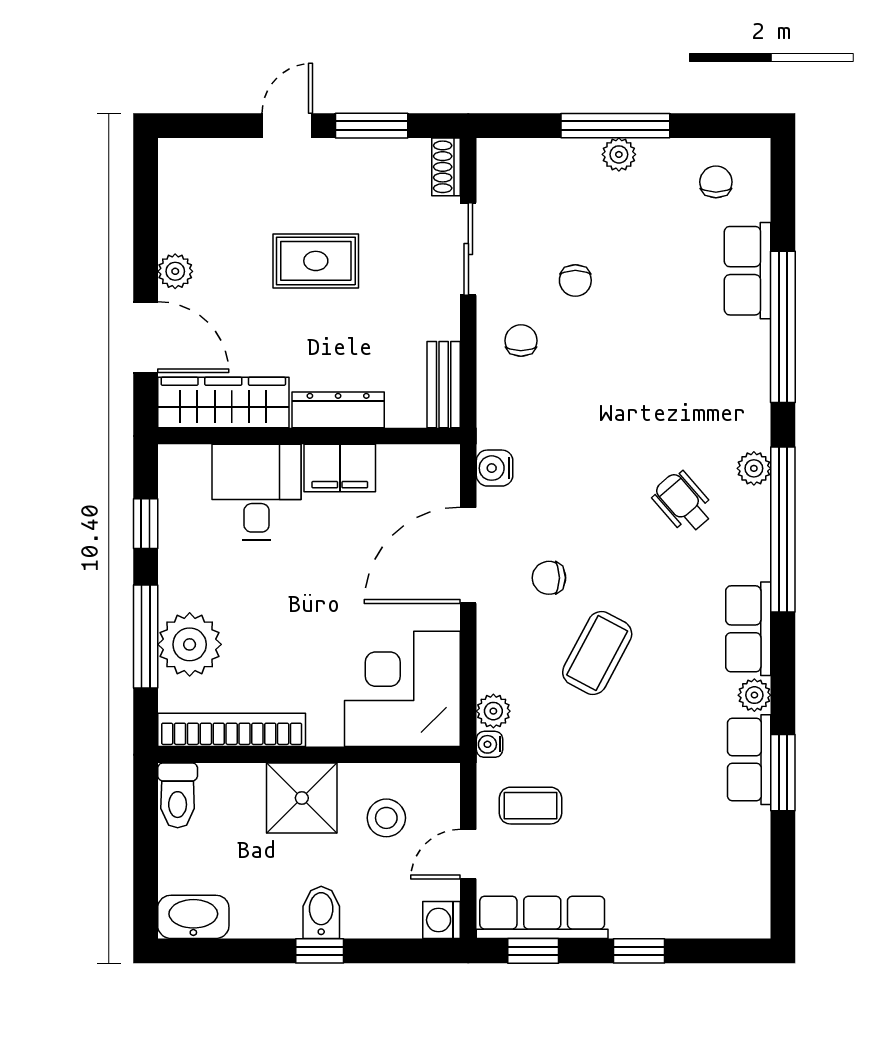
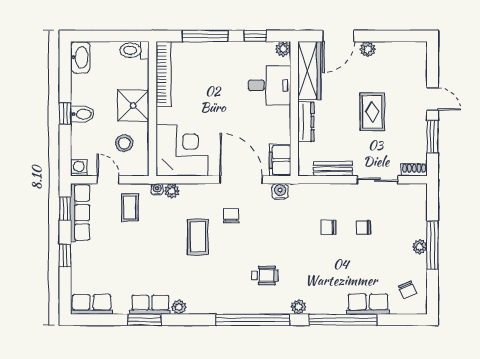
chair: (716, 182) -> (407, 290), turned 67
chair: (521, 341) -> (328, 227), moved, turned 180
bench: (444, 385) -> (333, 169), moved
filing cabinet: (340, 468) -> (280, 160), moved
plant: (754, 468) -> (299, 307), moved
wheelchair: (683, 502) -> (265, 275), turned 41
row of seats: (748, 629) -> (92, 304), moved
plant: (190, 644) -> (283, 49), moved, width x0.53, depth x0.53
coffee table: (597, 653) -> (198, 237), turned 62

